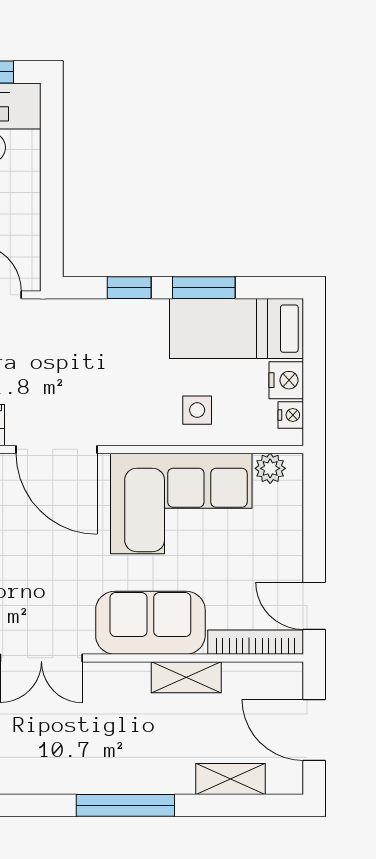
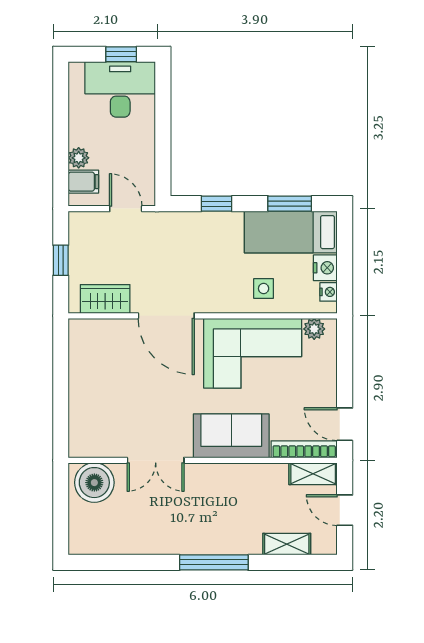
window: (204, 288) -> (290, 204), moved
shelving: (186, 677) -> (313, 474), moved
door: (314, 730) -> (345, 510), width x0.73

